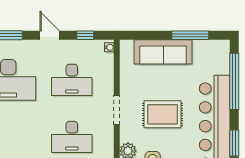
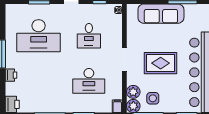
desk: (72, 80) -> (89, 36), width x0.73

